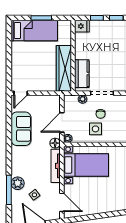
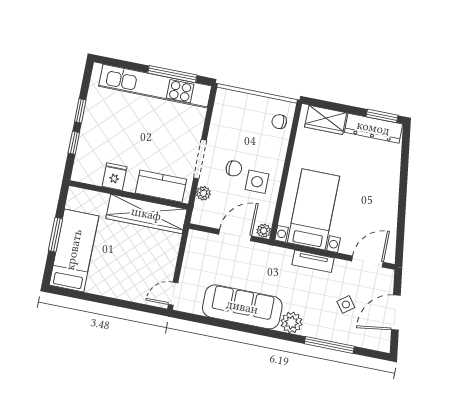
fridge: (82, 26) -> (115, 177), moved
door: (21, 93) -> (173, 294), swing flipped
door: (62, 122) -> (235, 235), swing flipped
sofa: (21, 129) -> (242, 307), width x1.36
floor lamp: (55, 143) -> (267, 253), removed
tv unit: (56, 166) -> (313, 261), width x0.71
plant: (18, 183) -> (292, 323), moved

